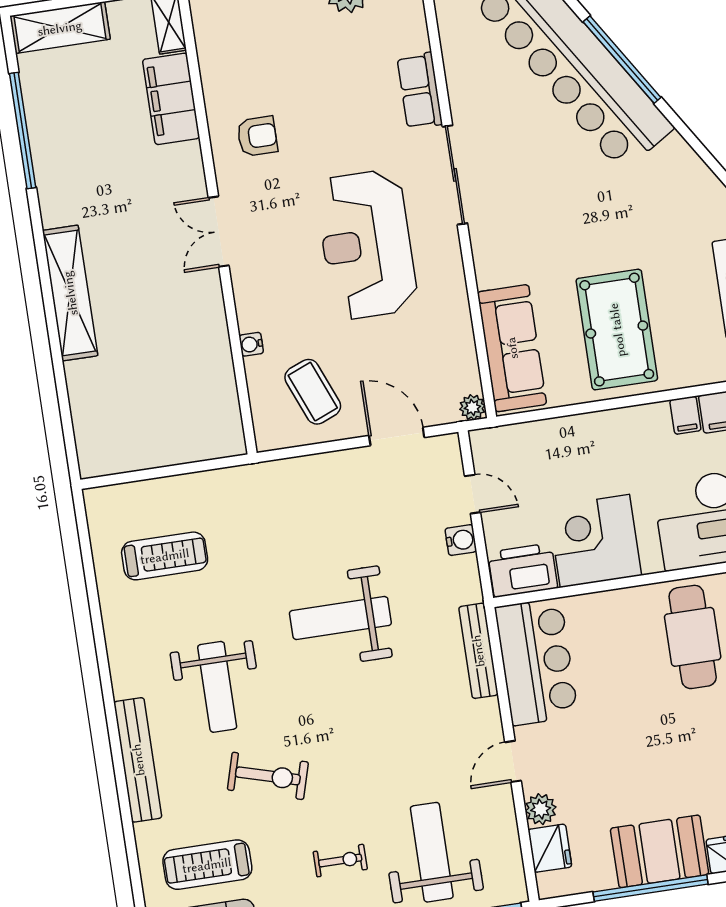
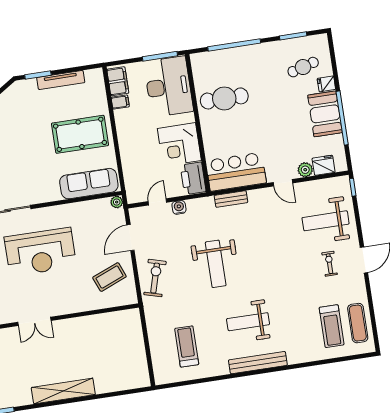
water cooler: (251, 344) -> (87, 306), removed
bench: (478, 651) -> (231, 199), width x0.73
weight bench: (217, 687) -> (248, 322), turned 180
bench: (138, 760) -> (258, 363), moved
exercise bike: (268, 776) -> (155, 278), moved

